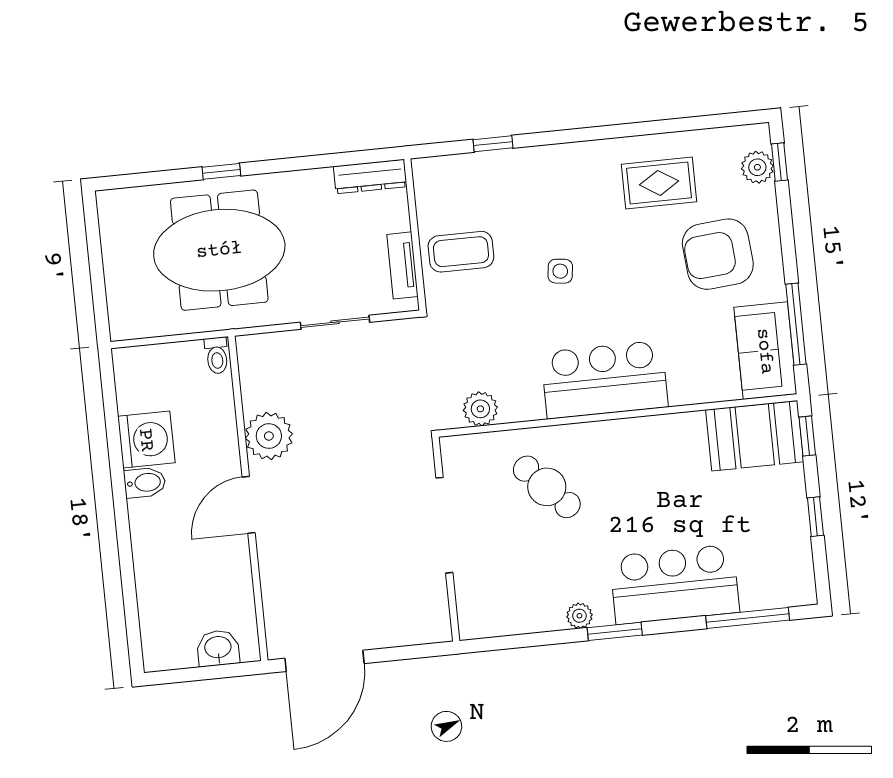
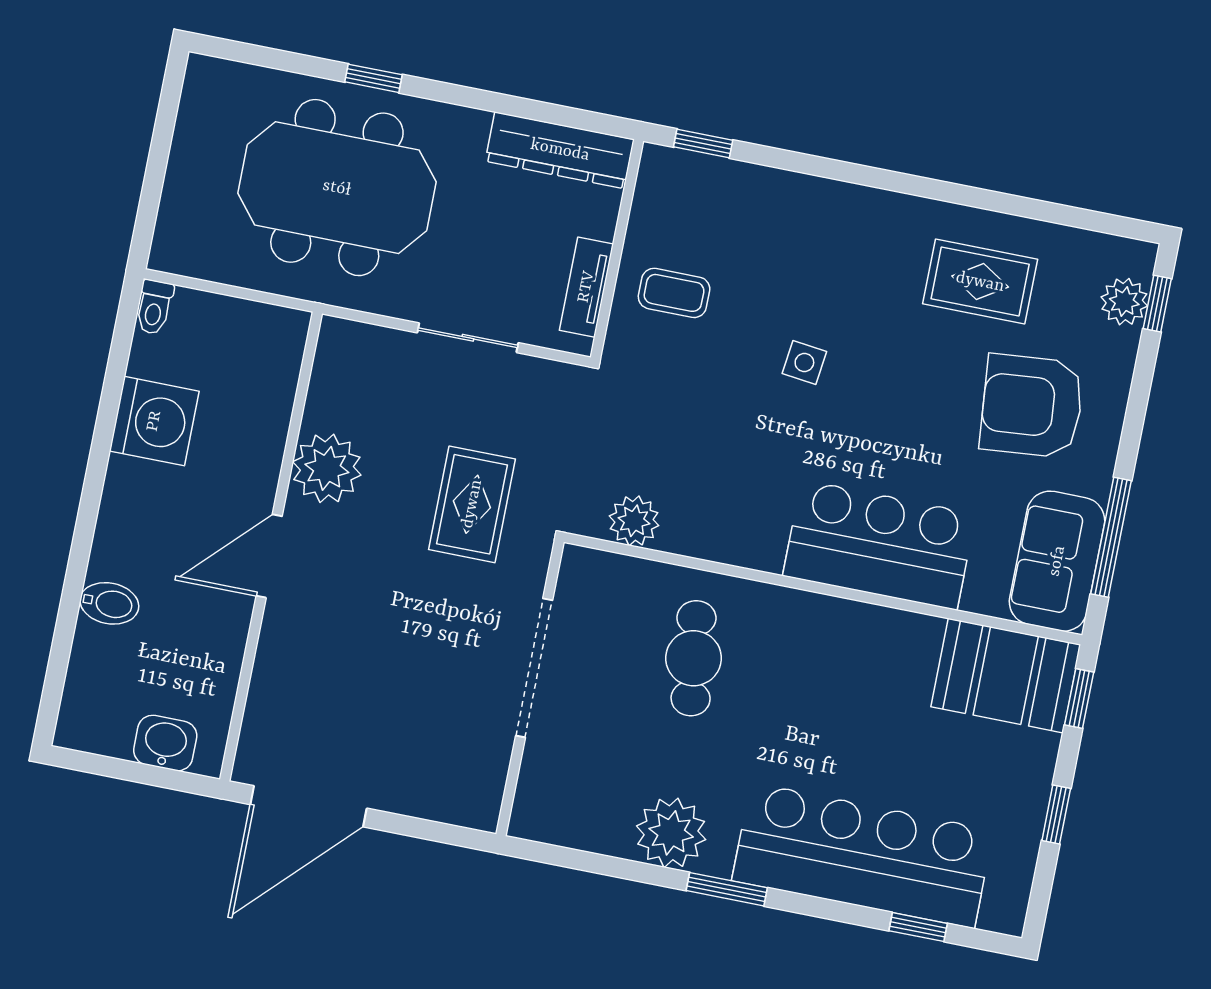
window: (493, 144) -> (703, 144), moved
dresser: (370, 176) -> (560, 150), width x1.37, depth x1.24
coffee table: (461, 252) -> (674, 293), width x0.73, depth x0.77
toilet: (217, 356) -> (154, 307), moved
bar counter: (604, 380) -> (879, 545), moved
rug: (371, 430) -> (472, 504), added
bidet: (145, 483) -> (109, 603), moved
cafe table: (547, 487) -> (694, 658), turned 36
bar counter: (675, 584) -> (863, 855), width x1.36
plant: (579, 616) -> (671, 833), width x1.88, depth x1.88
window: (748, 618) -> (918, 927), width x0.46

